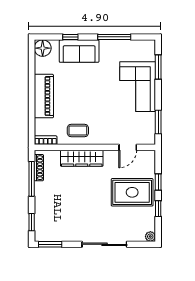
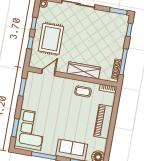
corner sofa: (138, 87) -> (31, 130), moved
rug: (132, 192) -> (51, 39), turned 90

